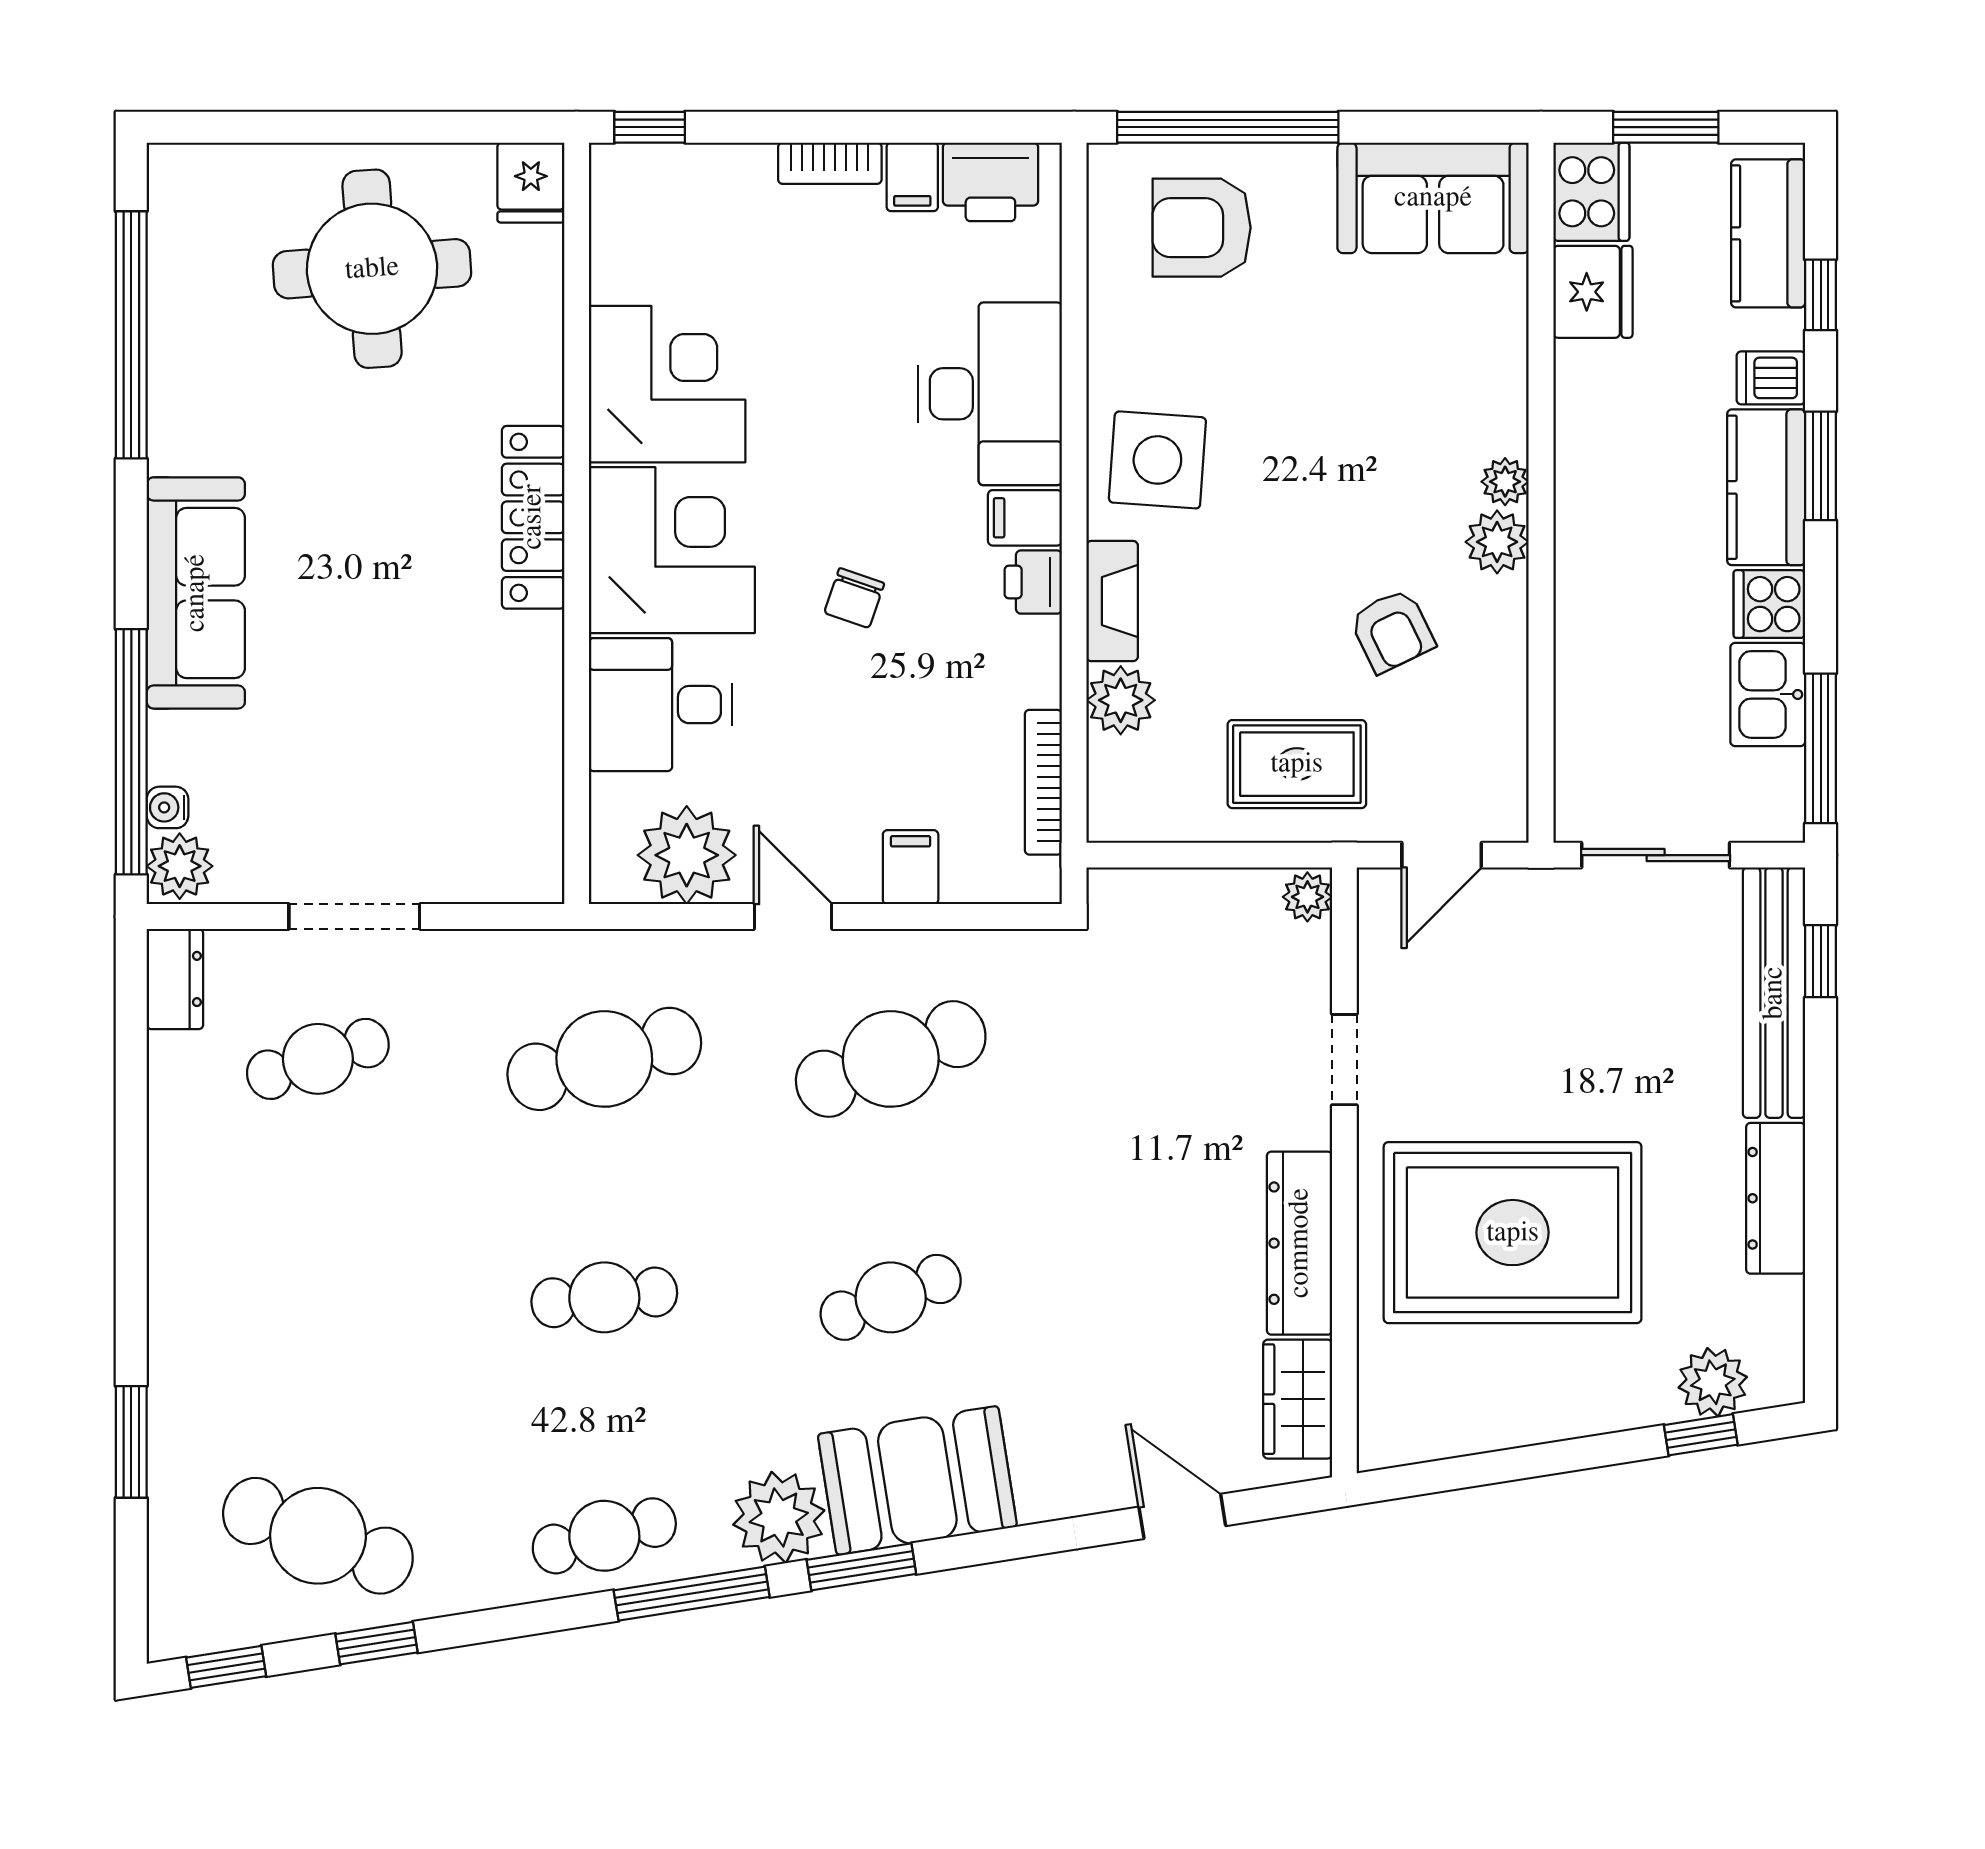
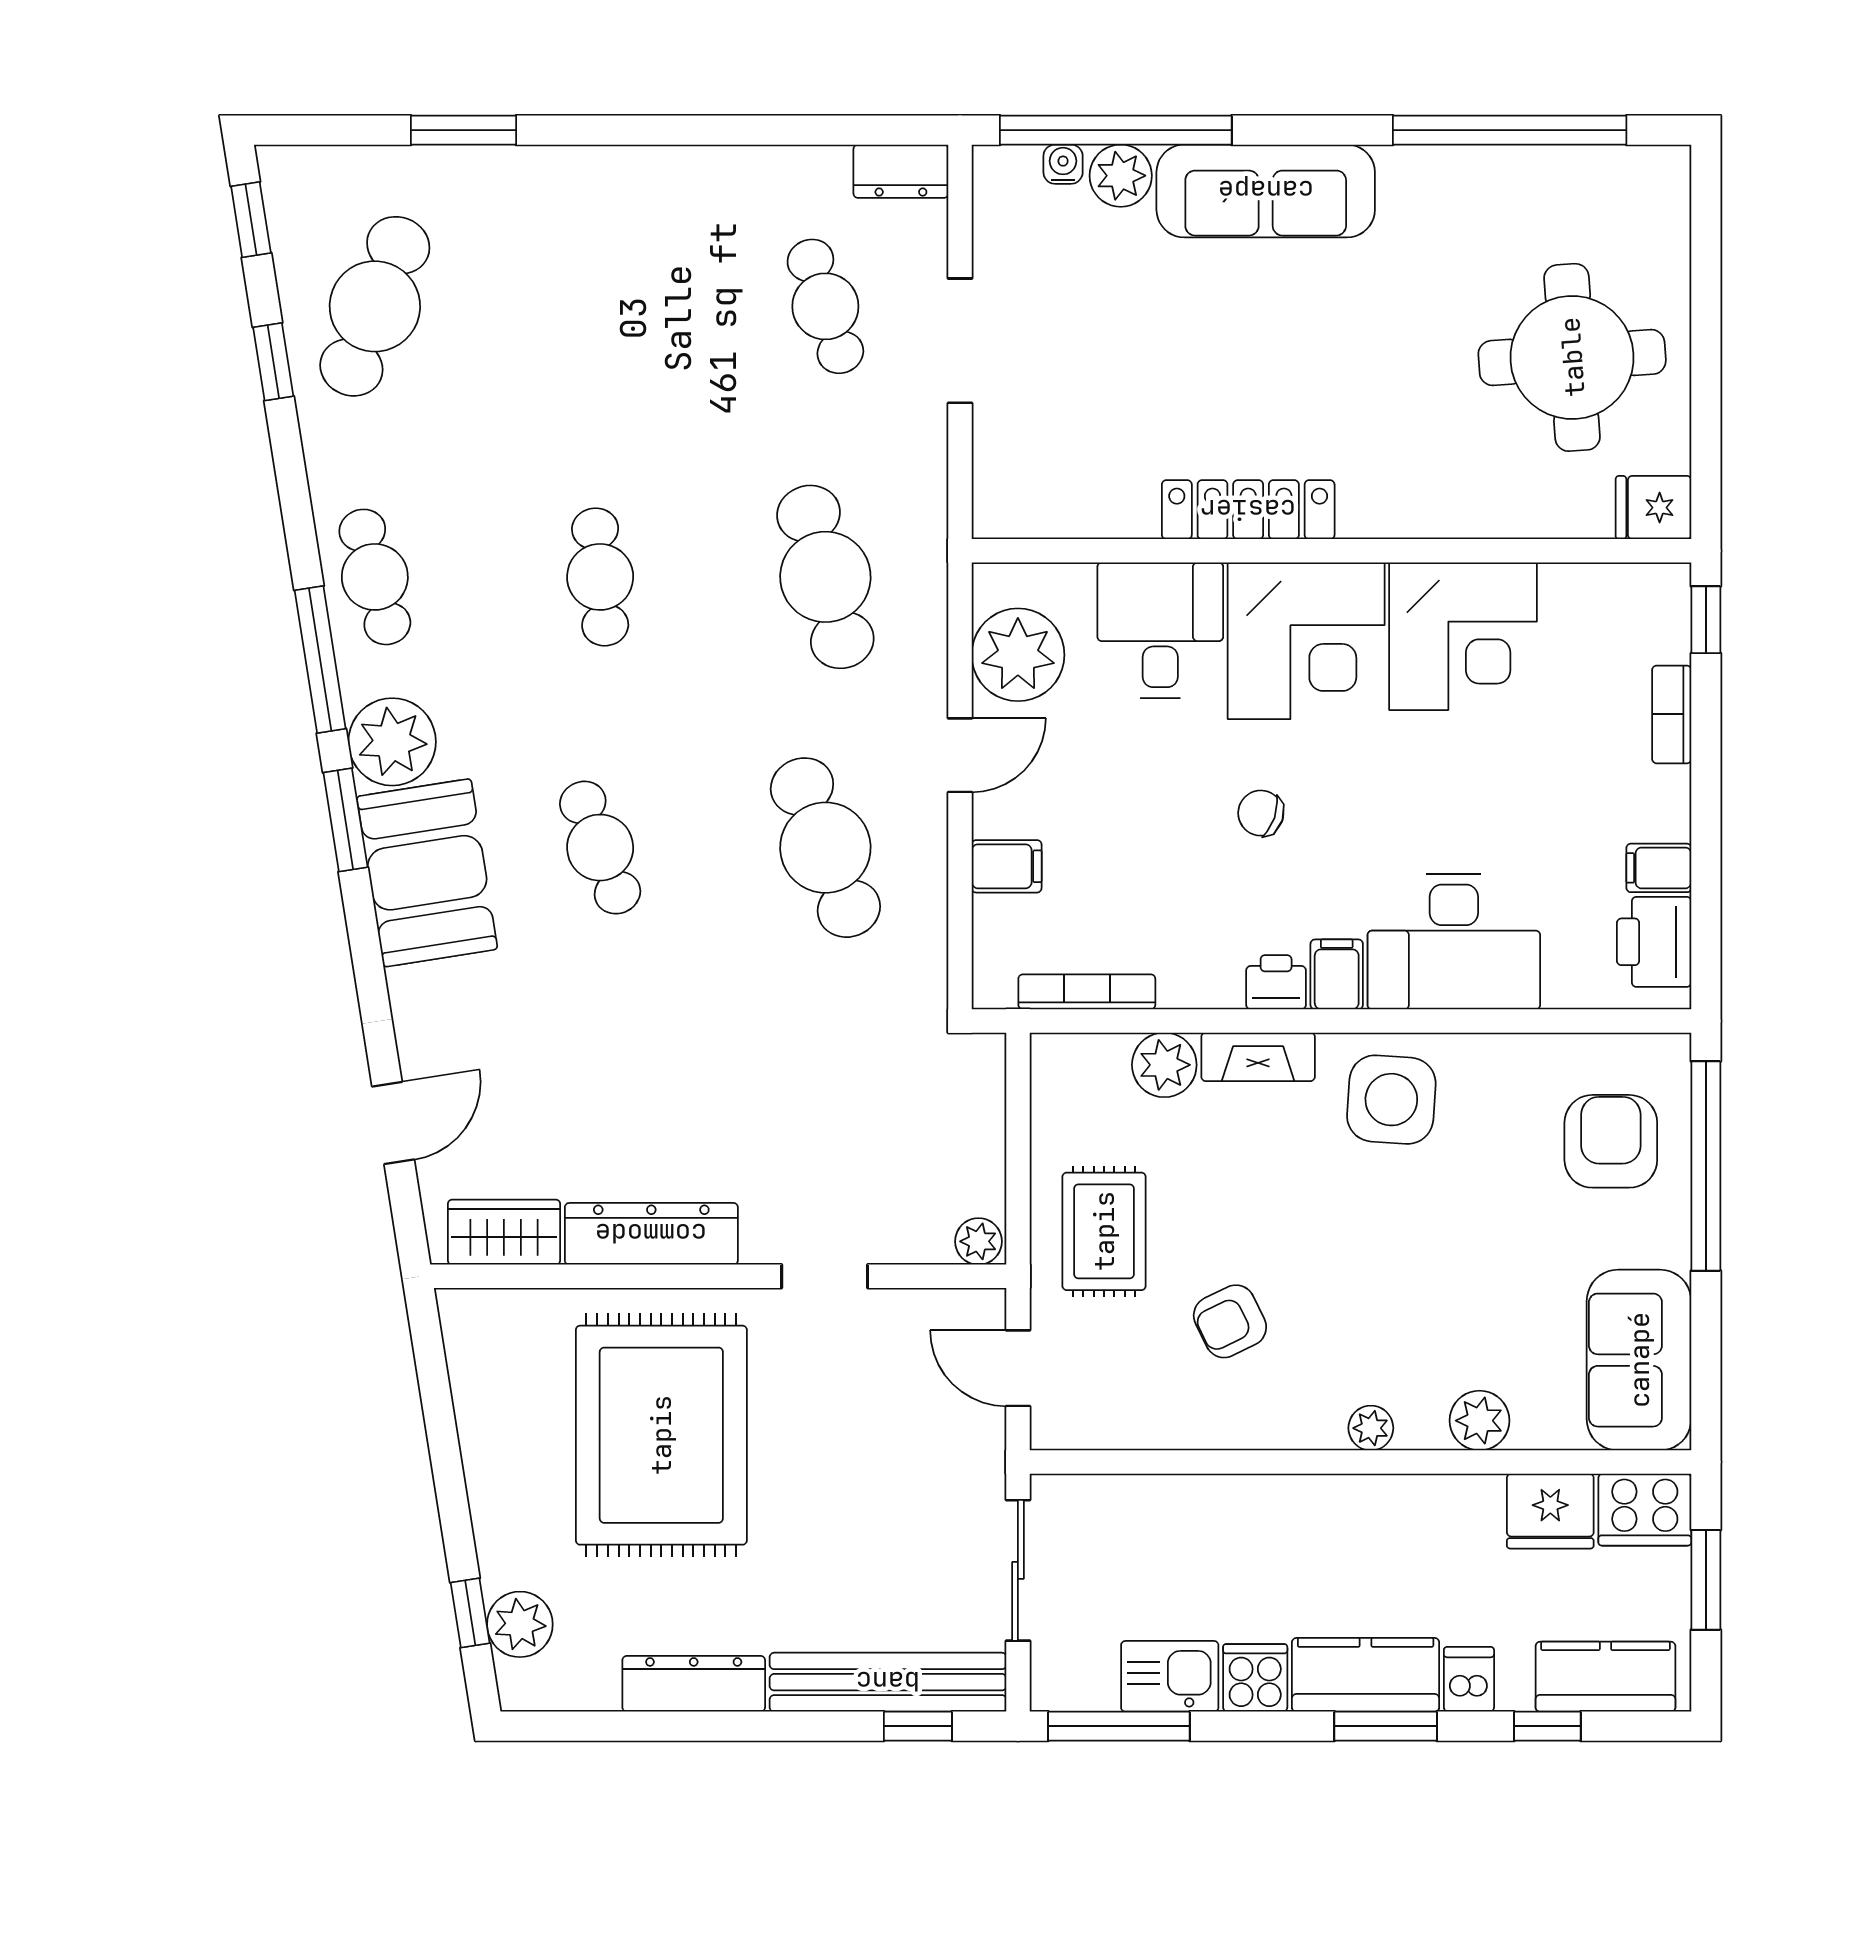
bookcase: (830, 163) -> (1672, 714), moved
locker: (533, 517) -> (1248, 510), moved
plant: (1497, 542) -> (1480, 1421), moved
plant: (180, 866) -> (1121, 176), moved

